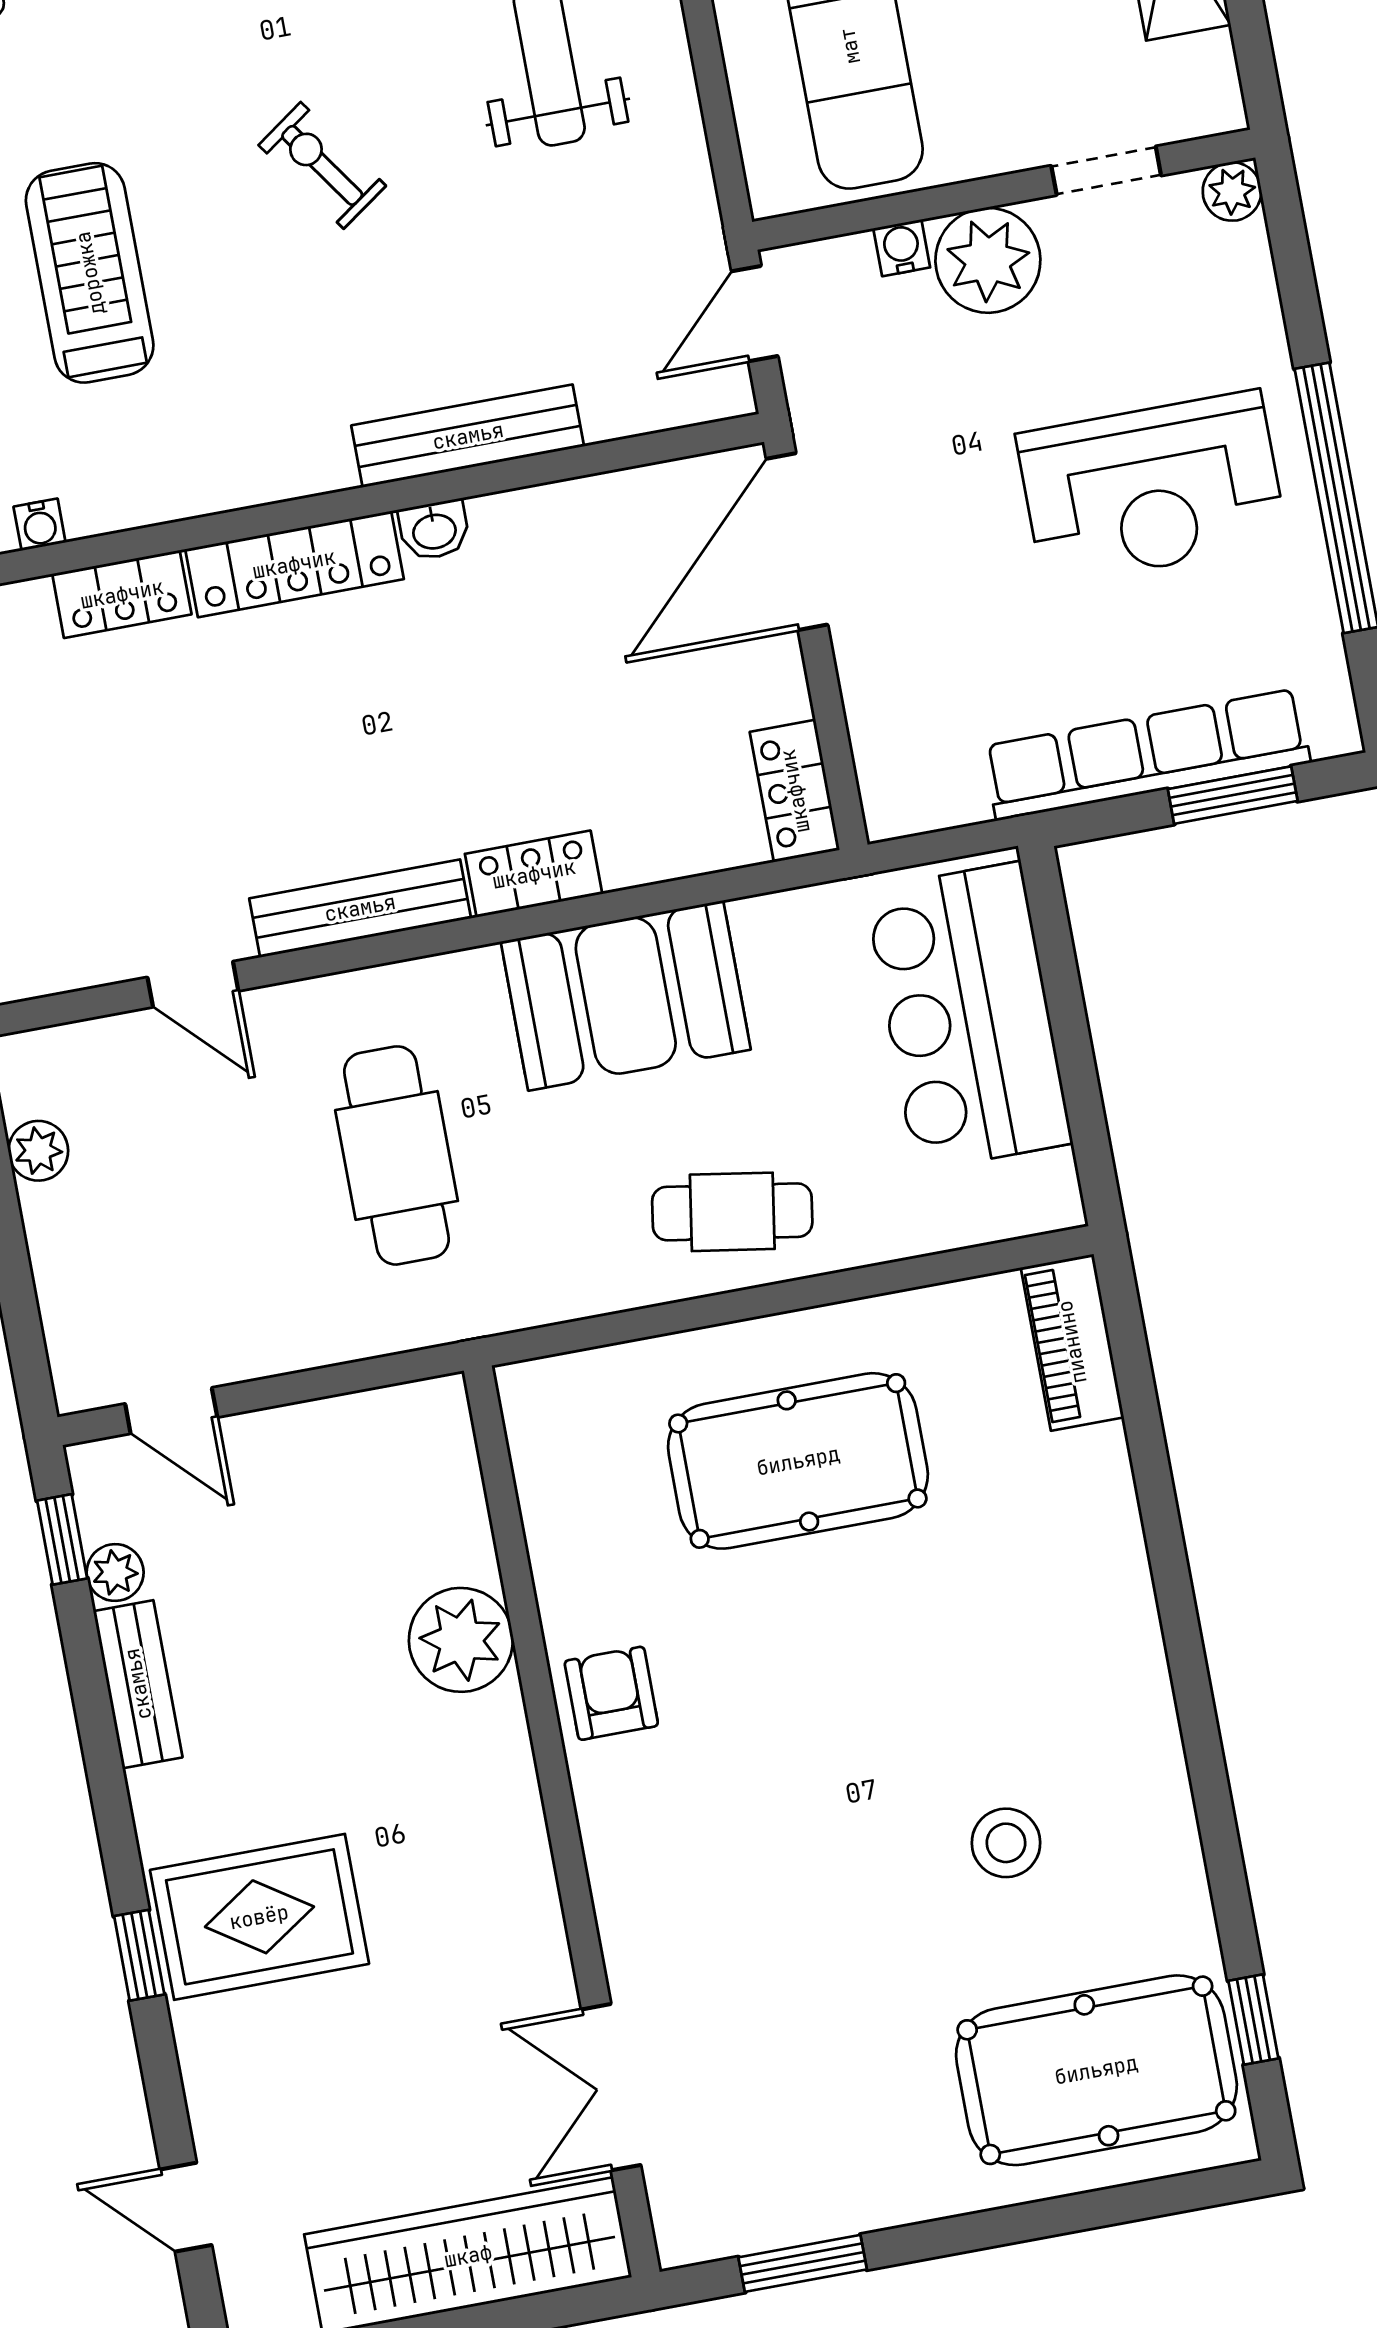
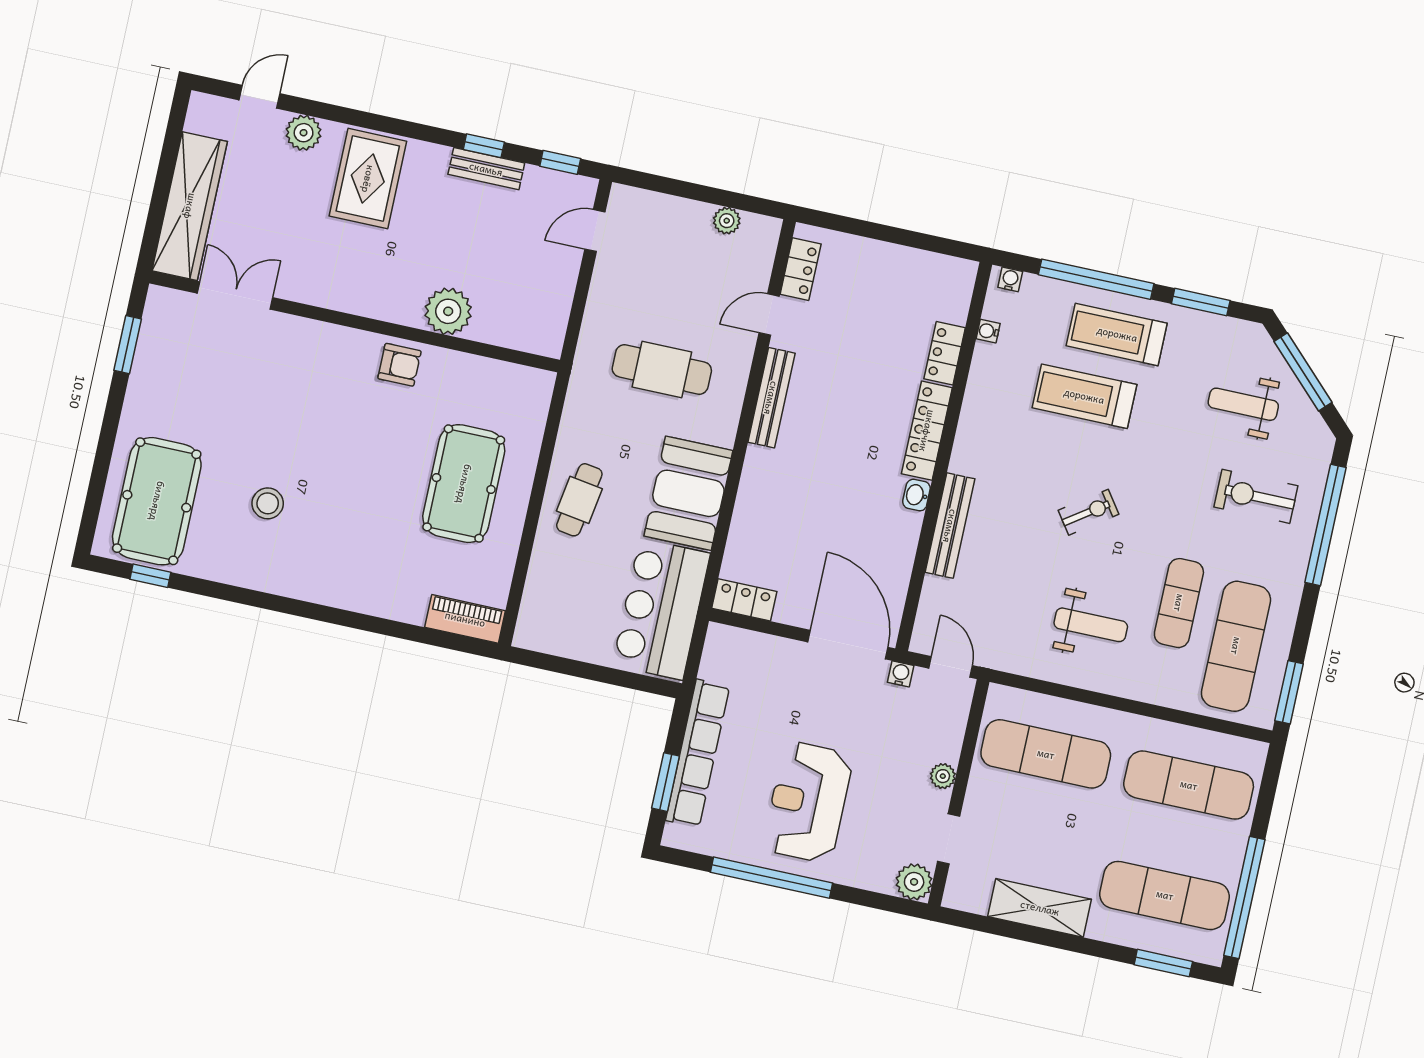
plant: (1232, 191) -> (914, 882), width x1.38, depth x1.38
water cooler: (902, 248) -> (901, 674), moved, turned -90
plant: (988, 260) -> (943, 776), width x0.53, depth x0.53
treadmill: (90, 273) -> (1084, 396), turned 180
locker: (534, 874) -> (801, 269), moved
bar counter: (968, 1017) -> (661, 609), moved, turned -90
plant: (115, 1573) -> (304, 133), moved, width x1.38, depth x1.38
window: (139, 1955) -> (484, 146), moved

